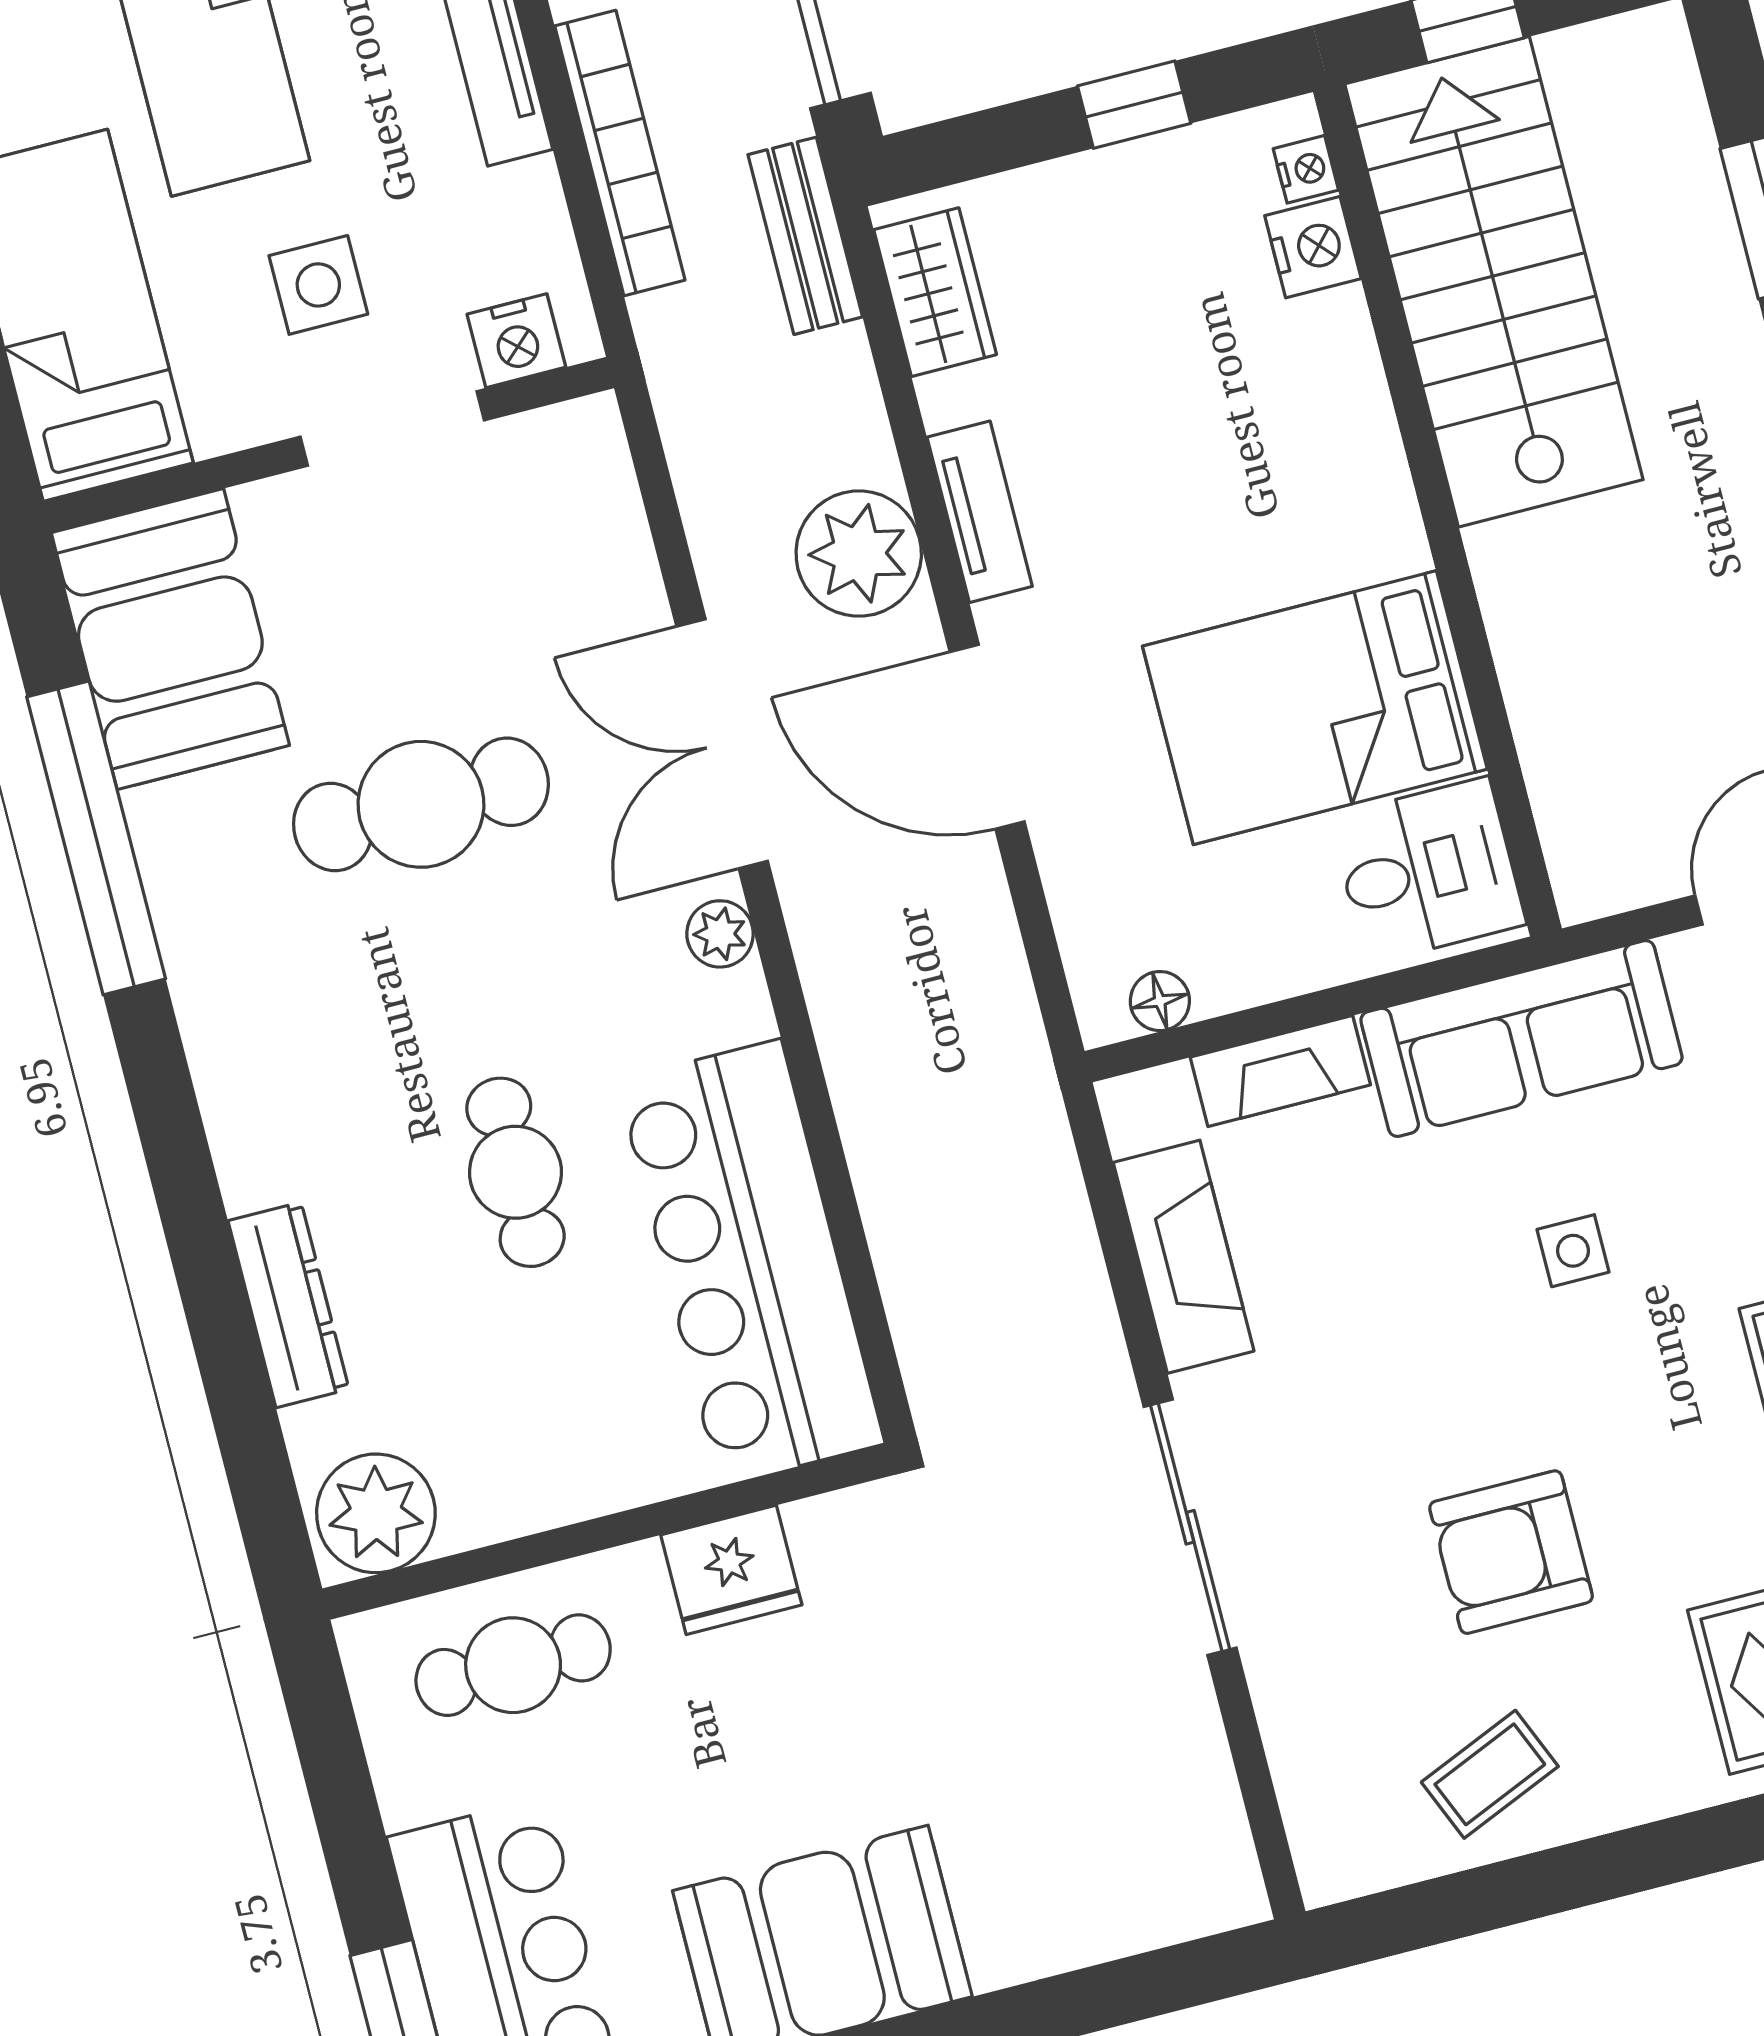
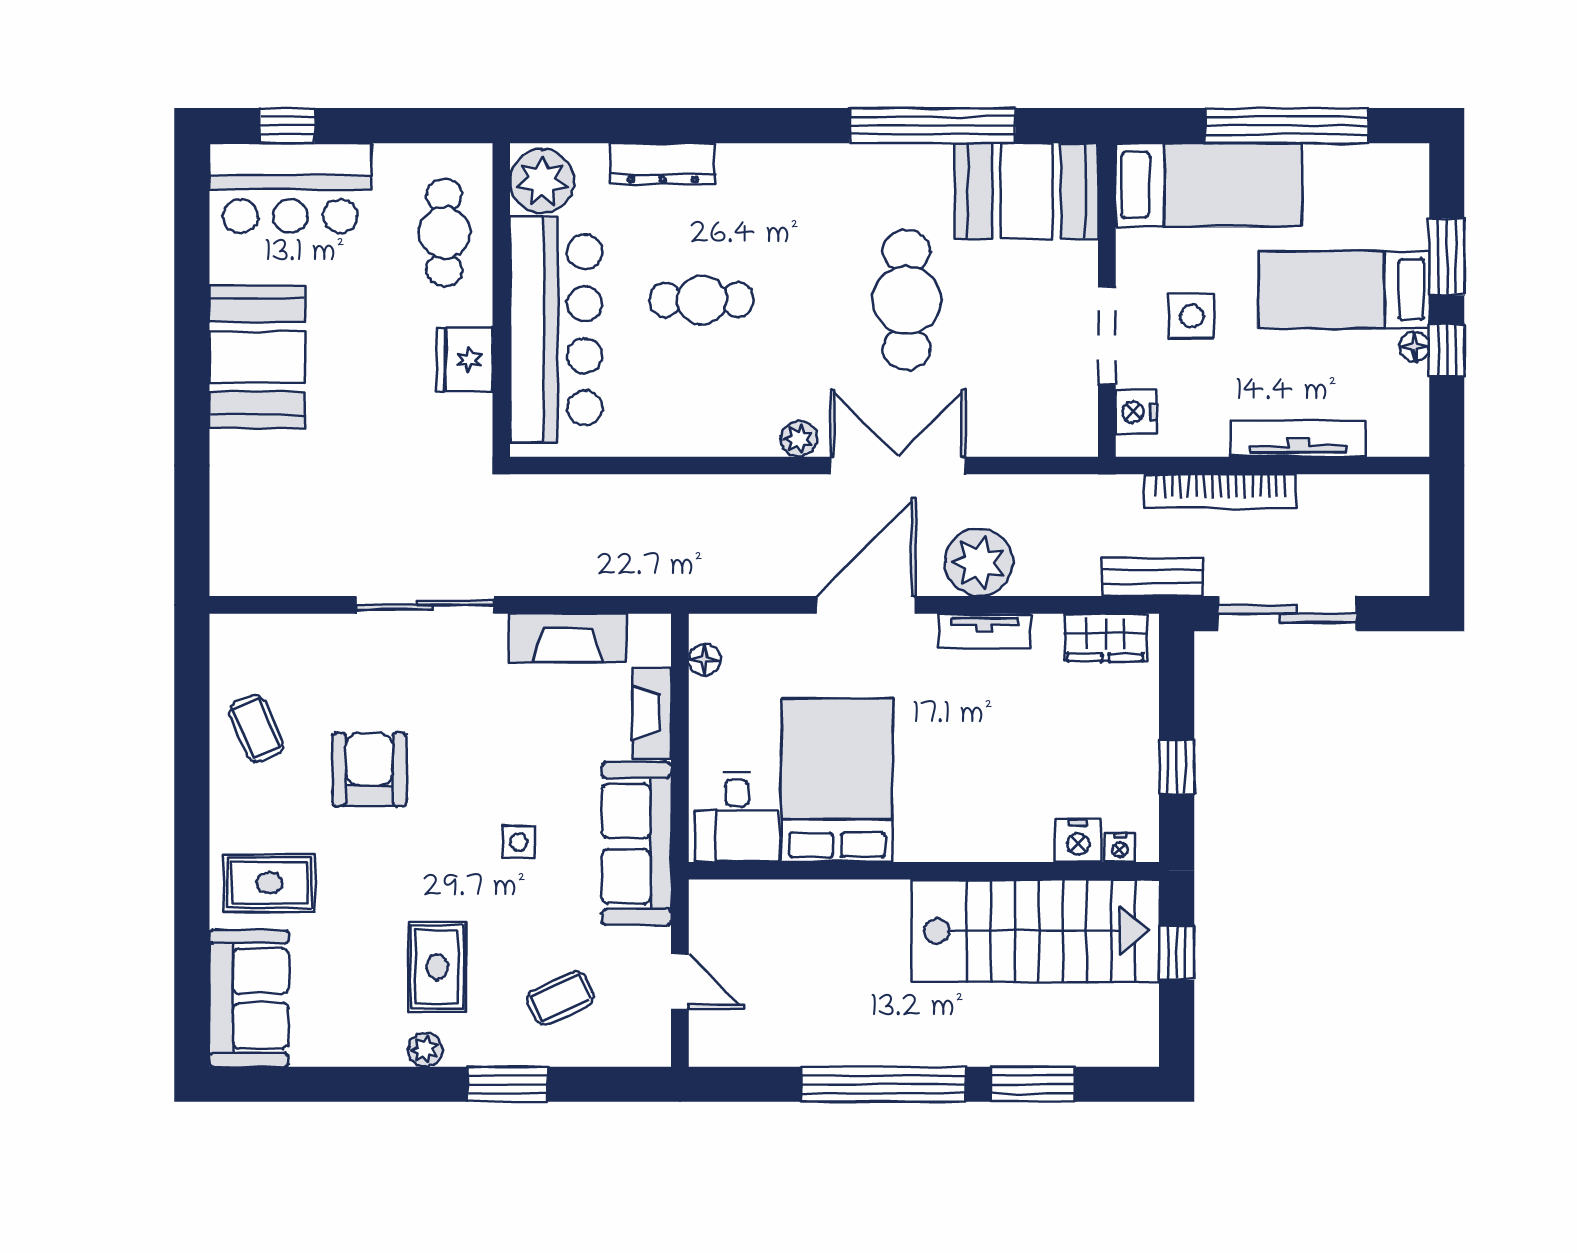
bar counter: (751, 1262) -> (556, 330), moved, turned 90

